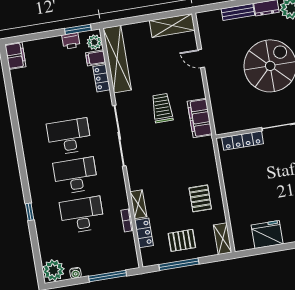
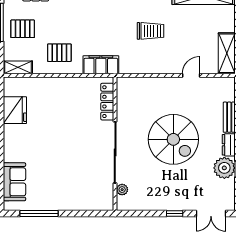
filing cabinet: (200, 118) -> (101, 65), moved
pallet: (182, 240) -> (23, 29), turned 90

